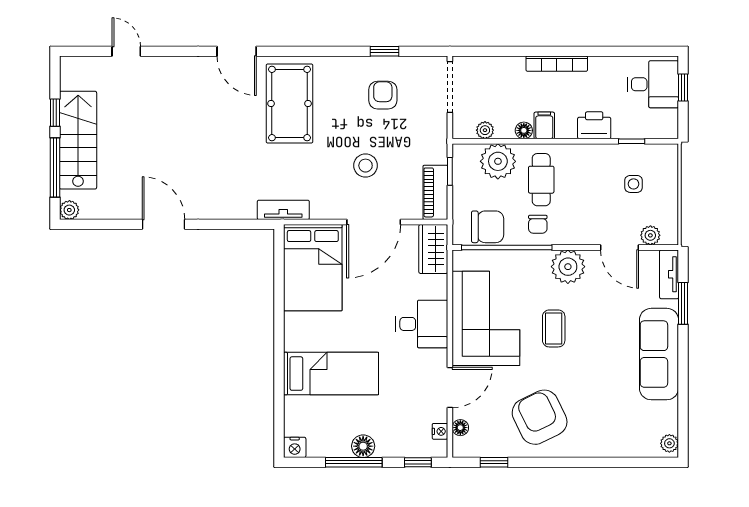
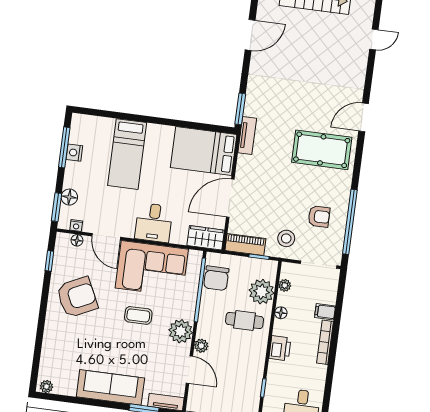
window: (385, 51) -> (350, 222), width x3.17
filing cabinet: (544, 125) -> (325, 312), moved, turned 180
printer: (594, 125) -> (280, 348), moved
stool: (366, 166) -> (286, 238), moved
side table: (634, 184) -> (233, 385), removed
door: (374, 222) -> (230, 198), hinge flipped
door: (163, 224) -> (250, 35), moved
window: (248, 224) -> (240, 109), added
chair: (538, 224) -> (213, 314), removed
plant: (650, 235) -> (201, 346), moved
door: (620, 247) -> (189, 370), swing flipped
floor lamp: (363, 446) -> (69, 197), moved
nightstand: (295, 447) -> (74, 153), moved
window: (354, 462) -> (64, 147), moved
window: (418, 462) -> (56, 207), width x1.50

